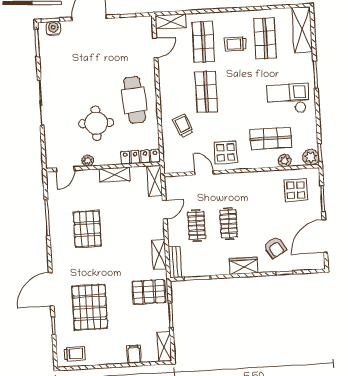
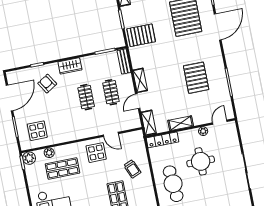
shelving: (159, 255) -> (140, 80), moved

